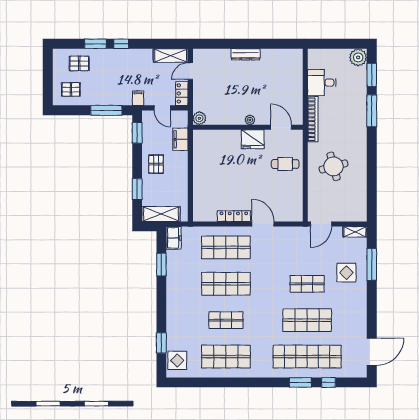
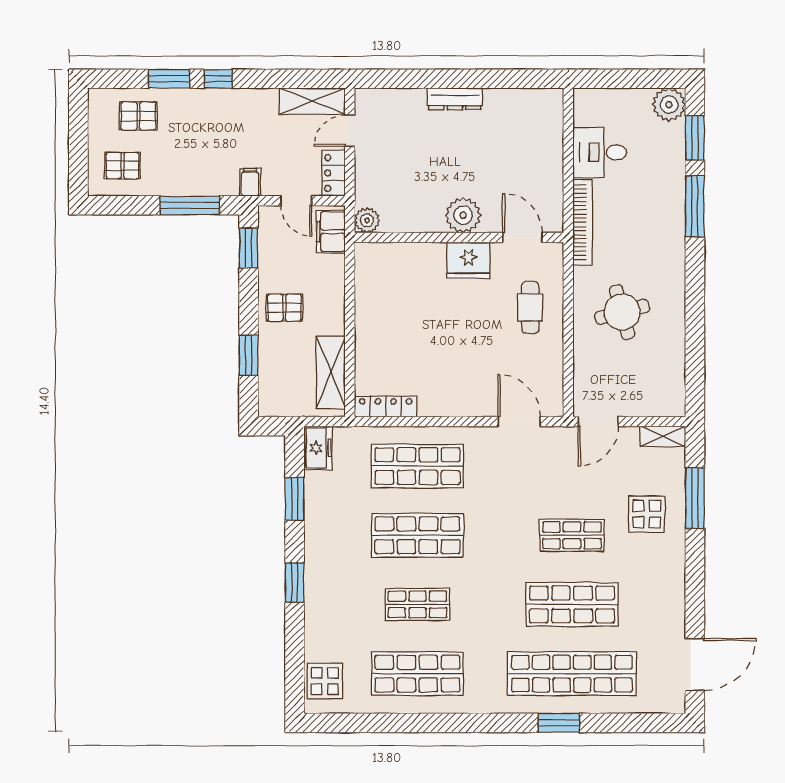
plant: (250, 120) -> (463, 215), width x1.88, depth x1.88
filing cabinet: (180, 139) -> (331, 232), moved
pallet: (156, 164) -> (284, 308), turned 90
cafe table: (285, 164) -> (530, 307), turned 90
shelving: (161, 214) -> (331, 372), moved, turned 90
locker: (234, 216) -> (386, 407), moved
door: (263, 224) -> (519, 422), moved
window: (161, 343) -> (295, 583), moved
window: (328, 382) -> (613, 723), removed

